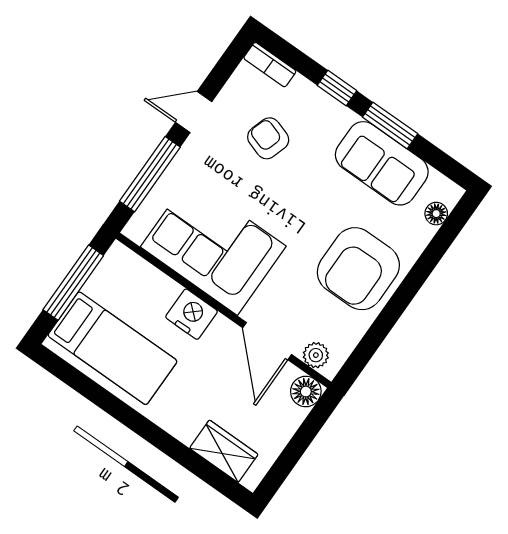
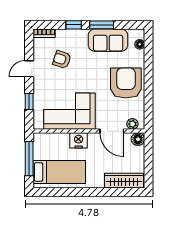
window: (150, 174) -> (29, 101), width x0.46
armchair: (358, 269) -> (126, 83), turned 180
wardrobe: (224, 451) -> (124, 181), width x1.50

